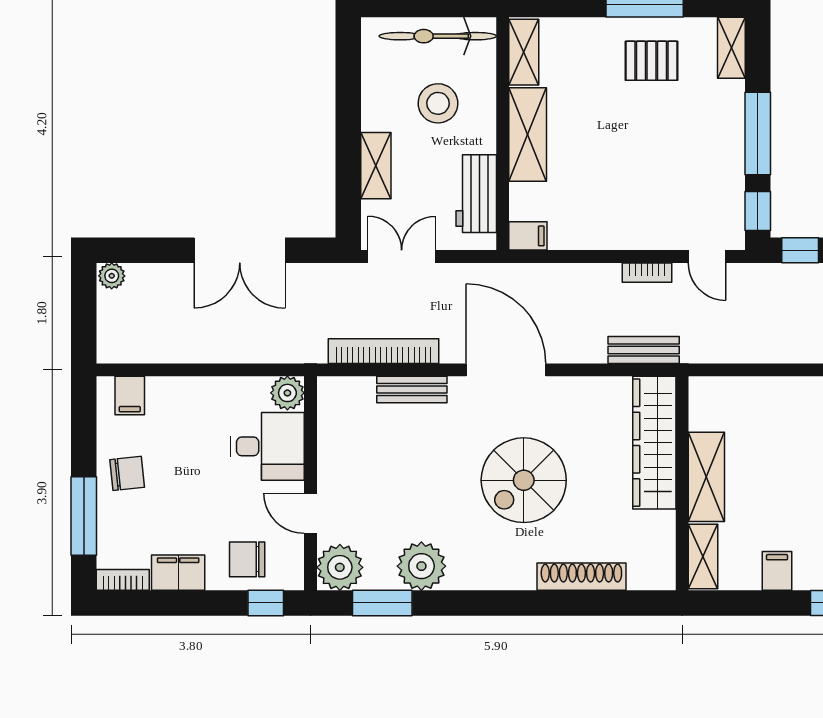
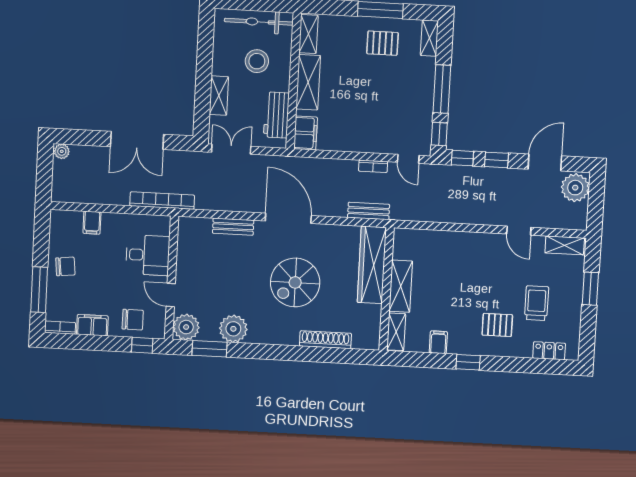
filing cabinet: (528, 236) -> (306, 133), width x2.00
bookcase: (383, 351) -> (162, 201), moved
plant: (287, 393) -> (161, 225), removed
filing cabinet: (130, 396) -> (92, 223), moved
chair: (247, 559) -> (133, 320), turned 180

